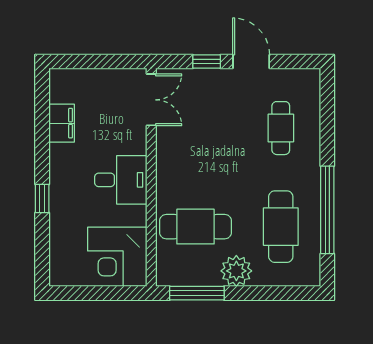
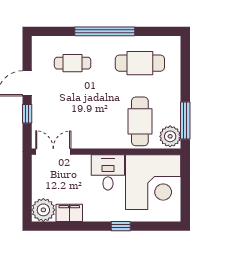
plant: (66, 85) -> (43, 210), added
window: (327, 210) -> (105, 31), moved
corner desk: (117, 257) -> (153, 182), width x1.36, depth x1.36
plant: (236, 271) -> (170, 136), moved

